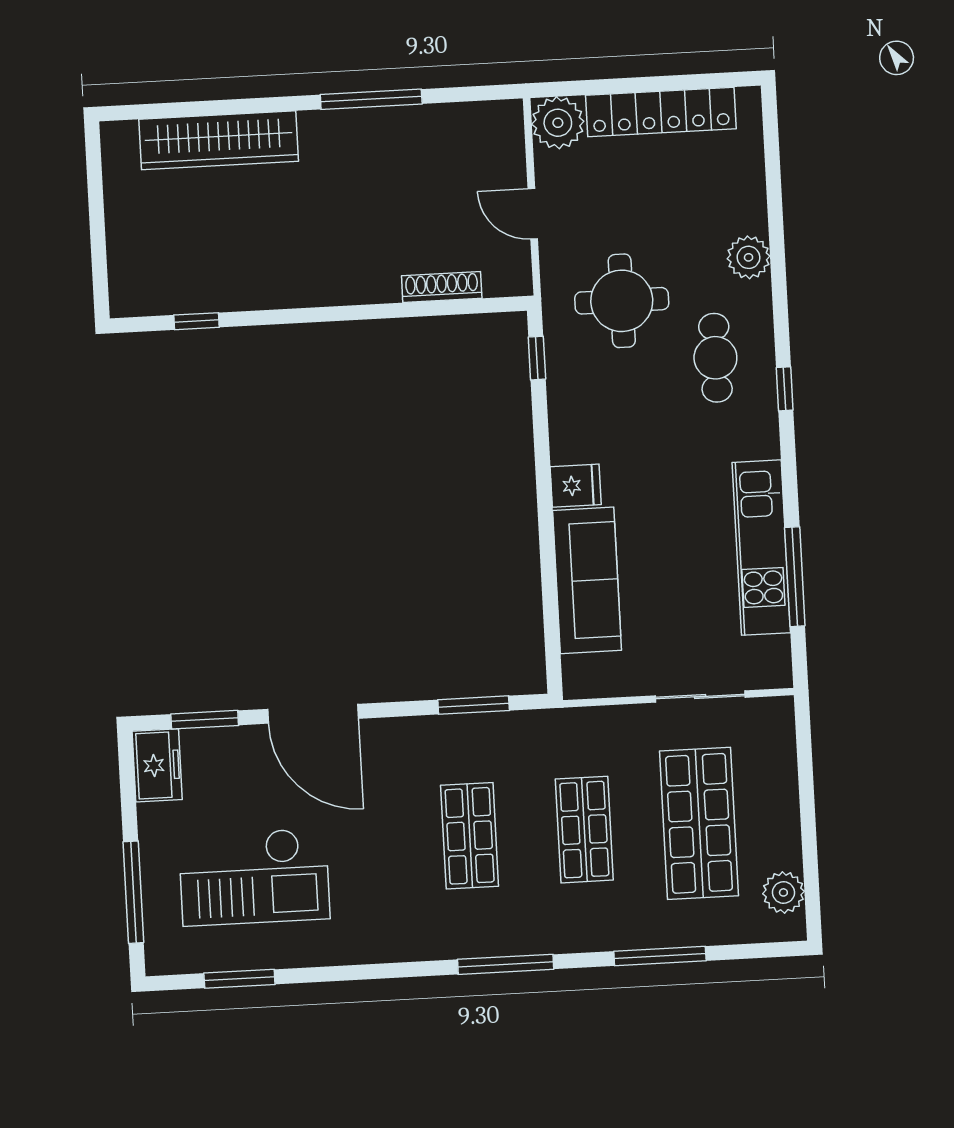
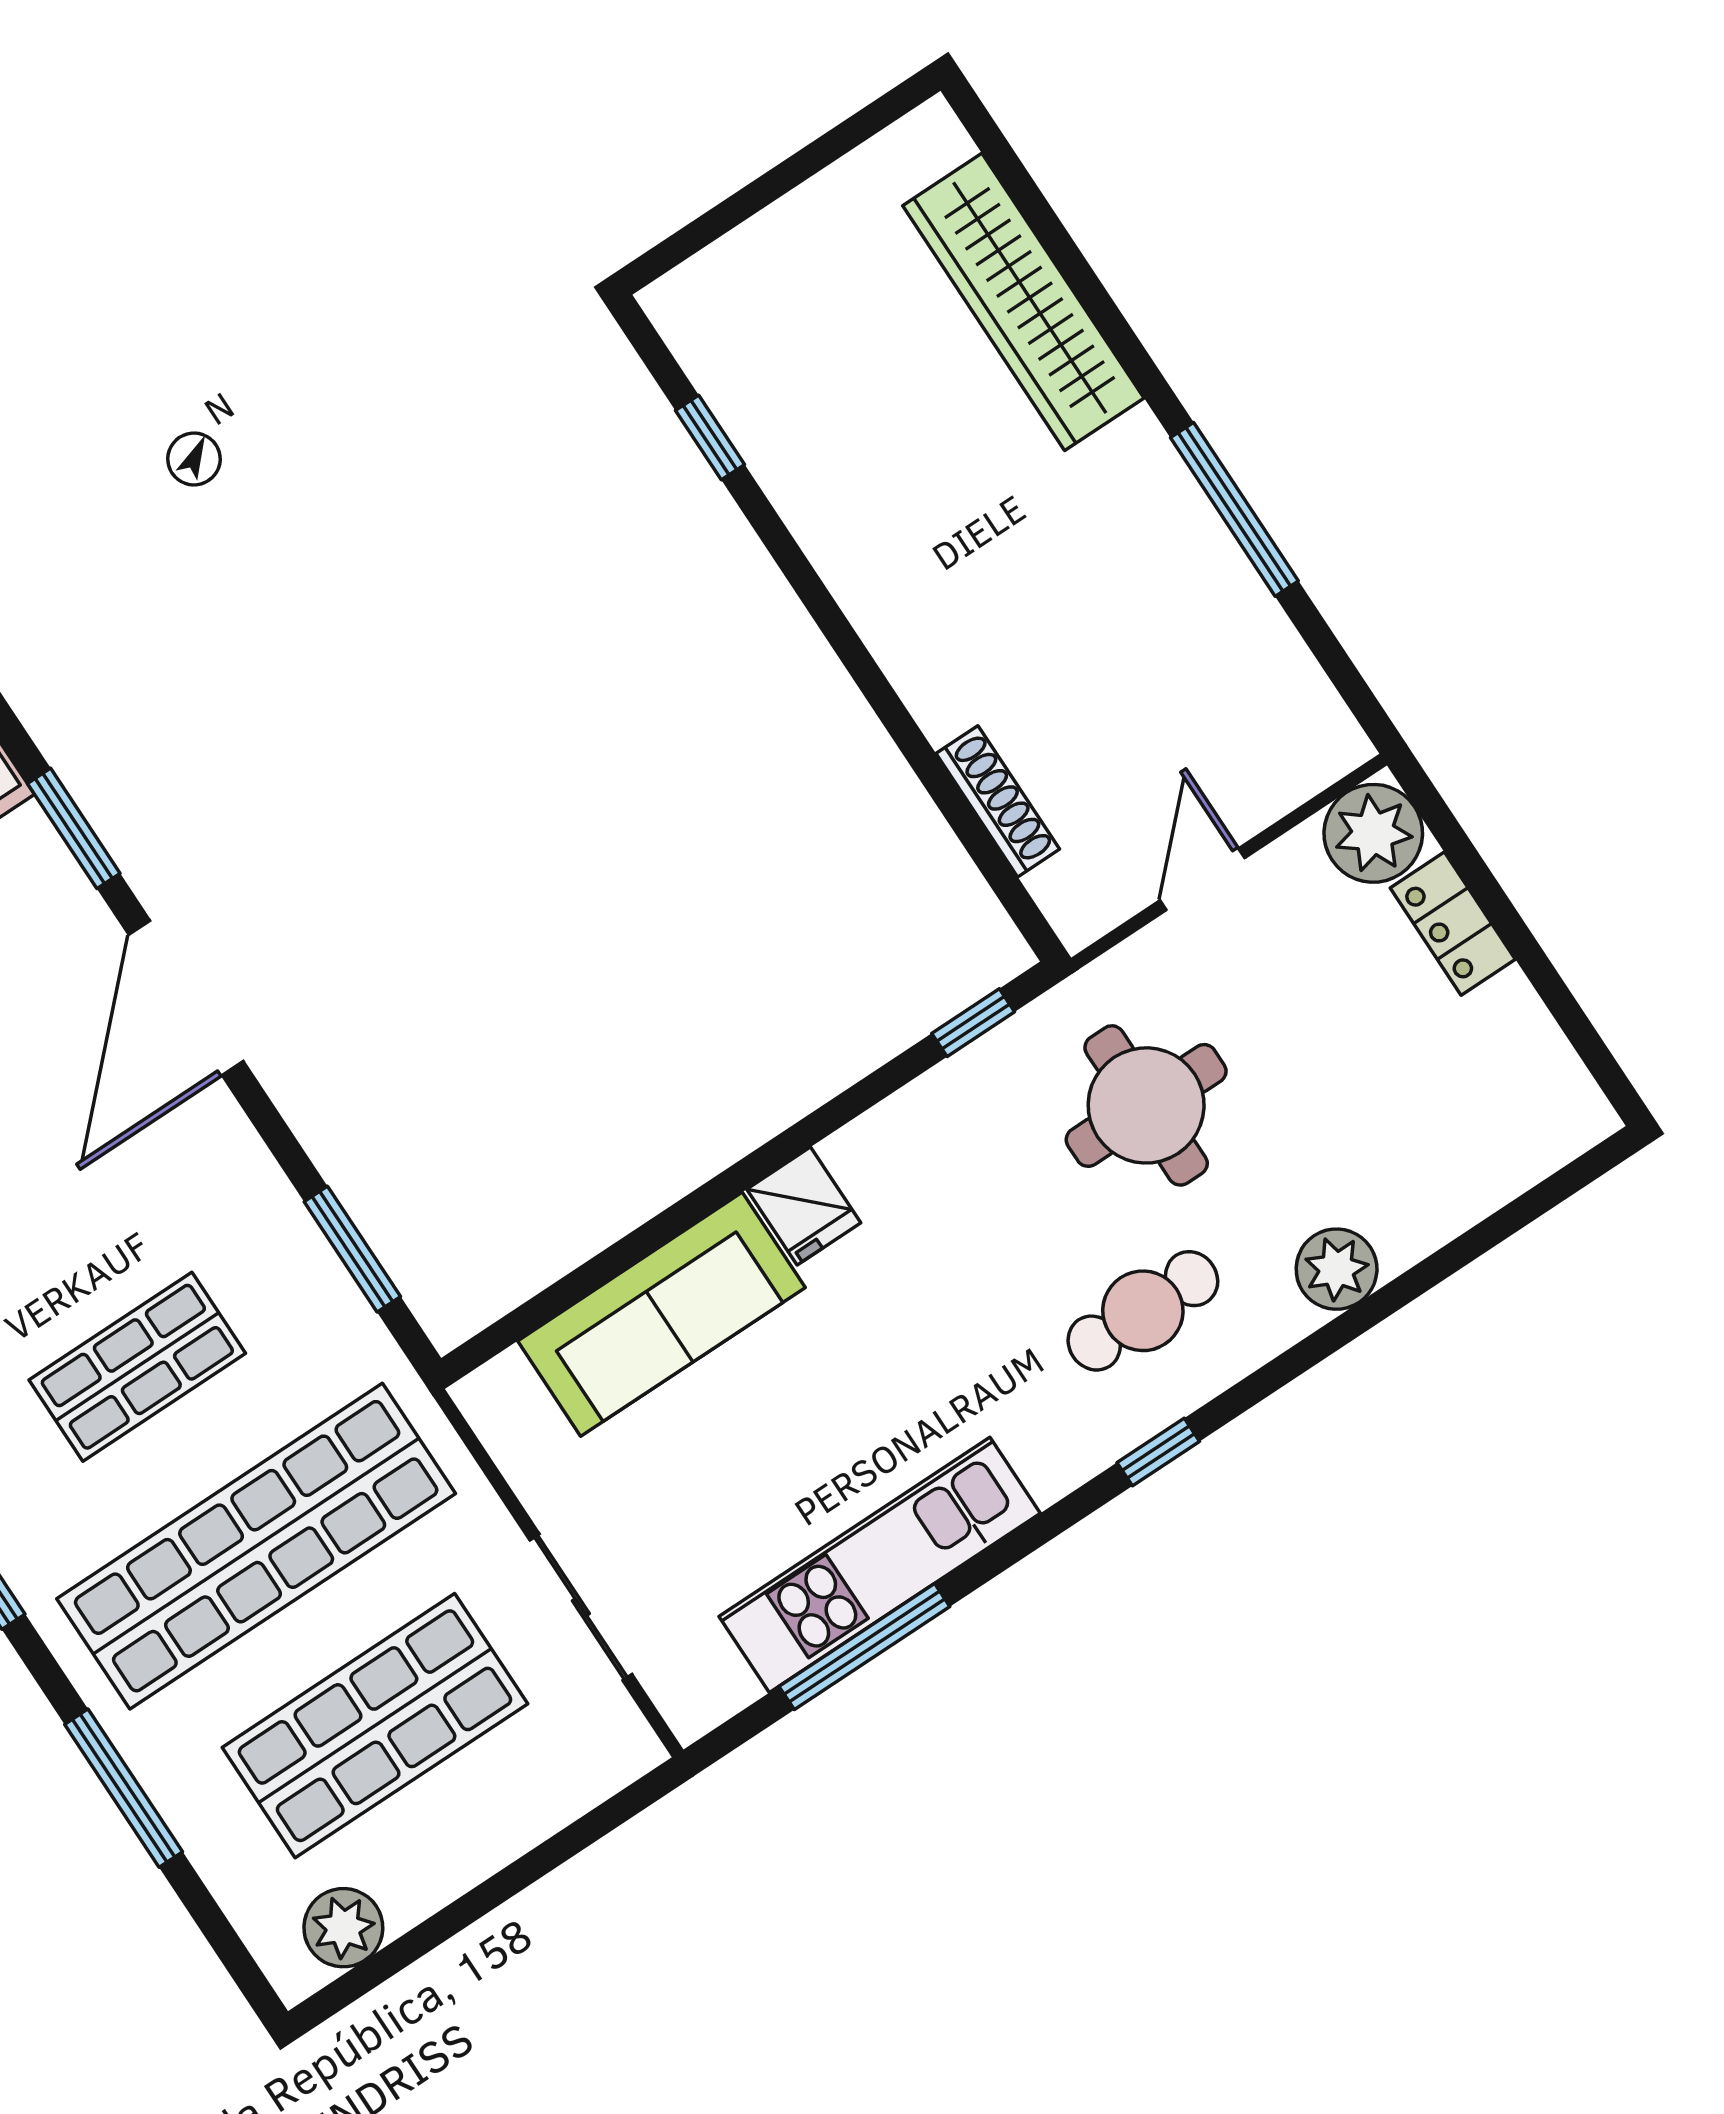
locker: (661, 112) -> (1453, 924), width x0.46, depth x0.83
shop shelf: (584, 830) -> (256, 1546), width x2.00, depth x1.36

